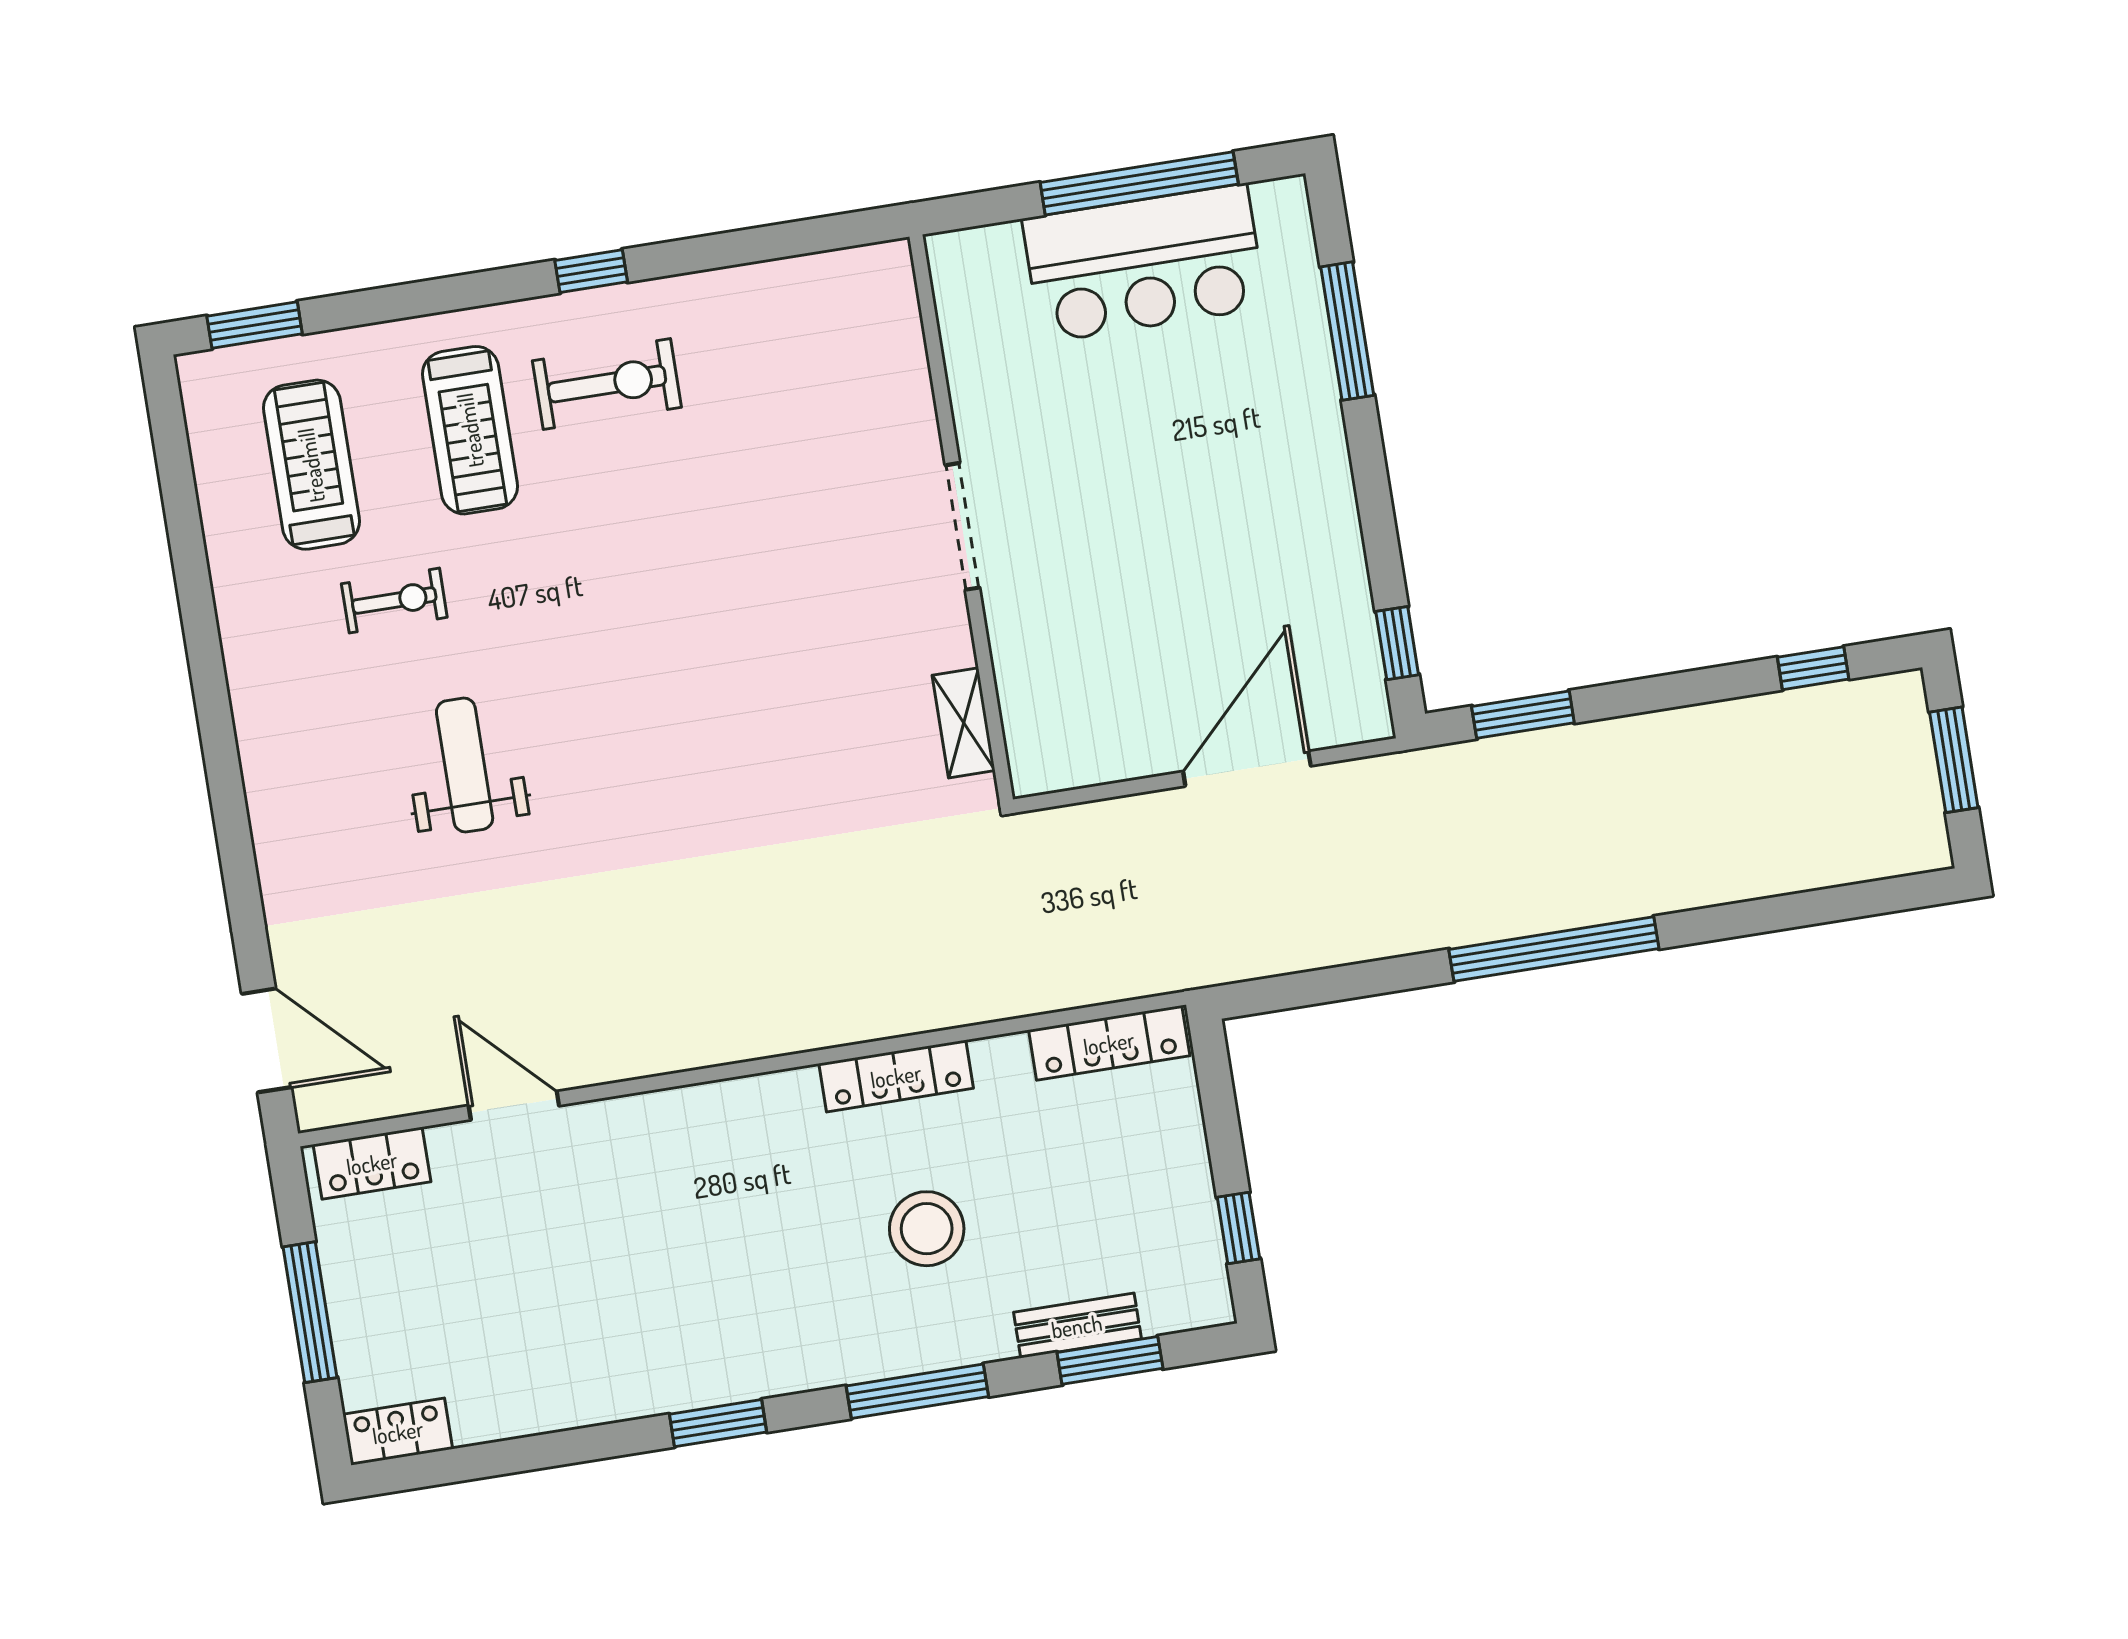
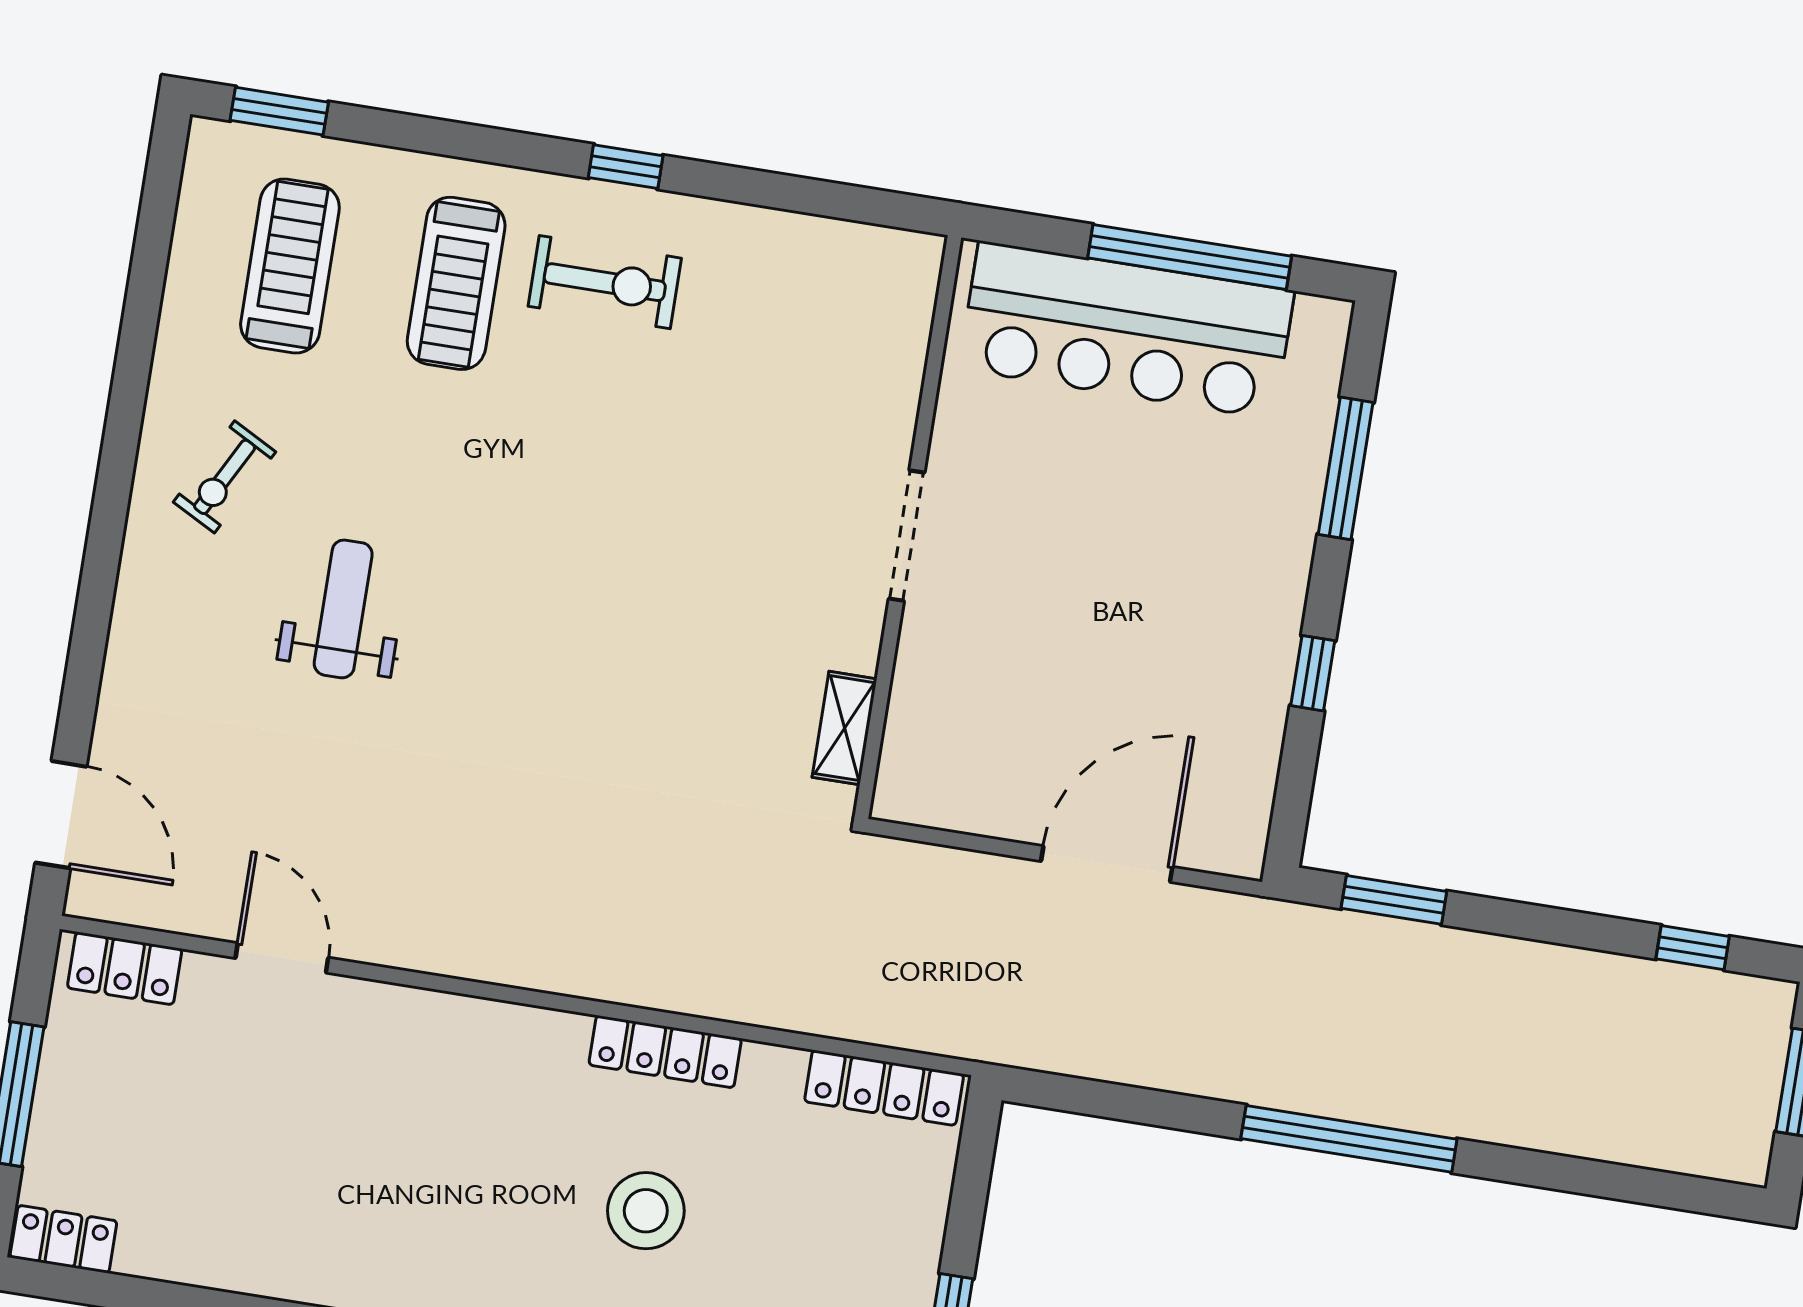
bar counter: (1144, 263) -> (1127, 330), width x1.36
exercise bike: (394, 601) -> (225, 477), moved, turned 118
window: (1397, 643) -> (1313, 673), moved

